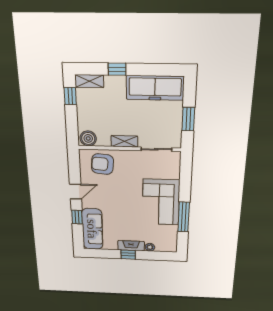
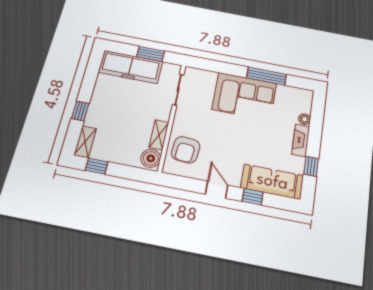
freezer: (155, 88) -> (131, 67), moved, turned 90
shelving: (124, 141) -> (159, 135), moved
window: (128, 255) -> (311, 166), moved

